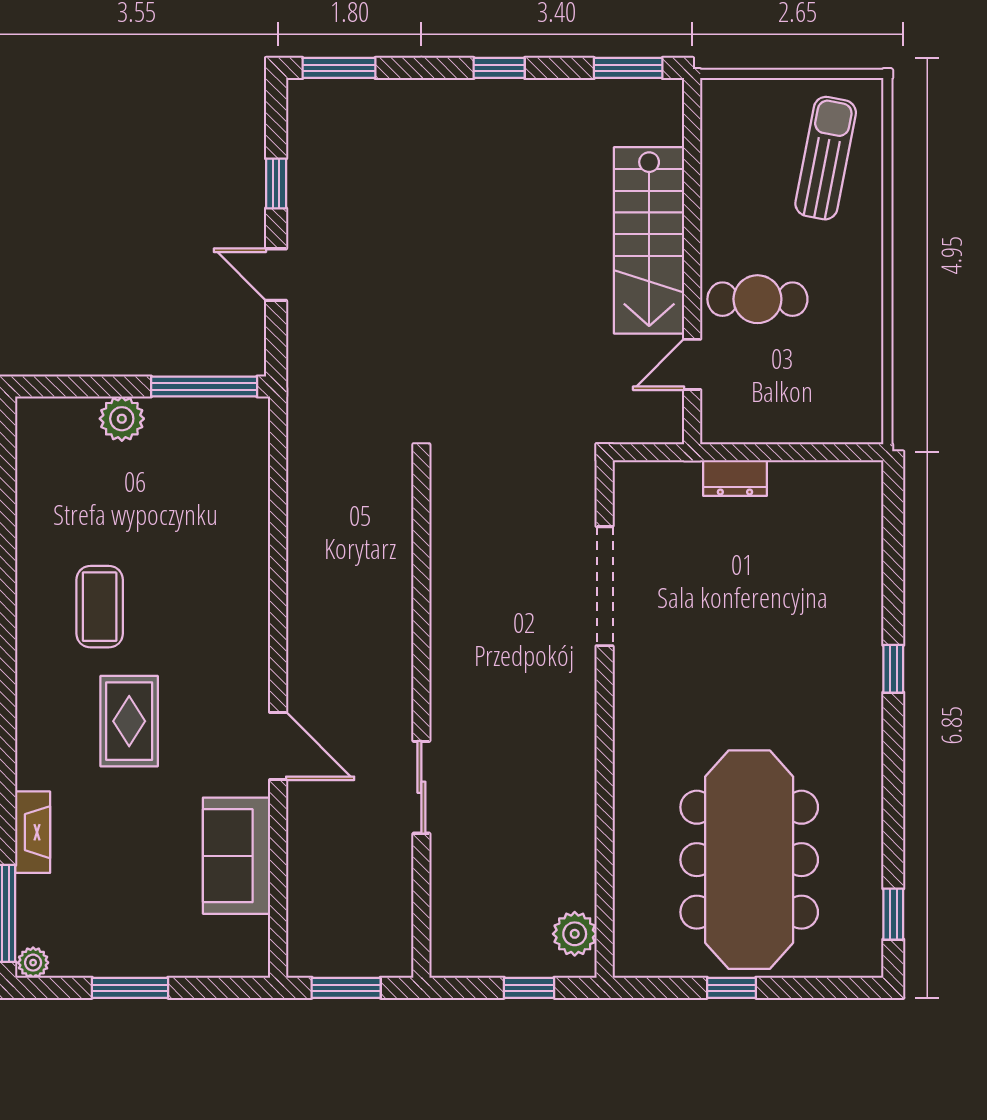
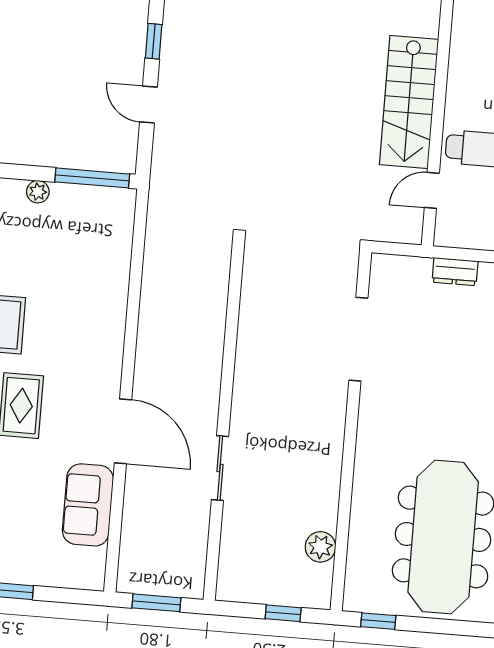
plant: (122, 419) -> (38, 192), width x0.73, depth x0.73
door: (278, 746) -> (123, 431), width x1.36
plant: (575, 934) -> (320, 547), moved
window: (731, 988) -> (378, 621), moved

